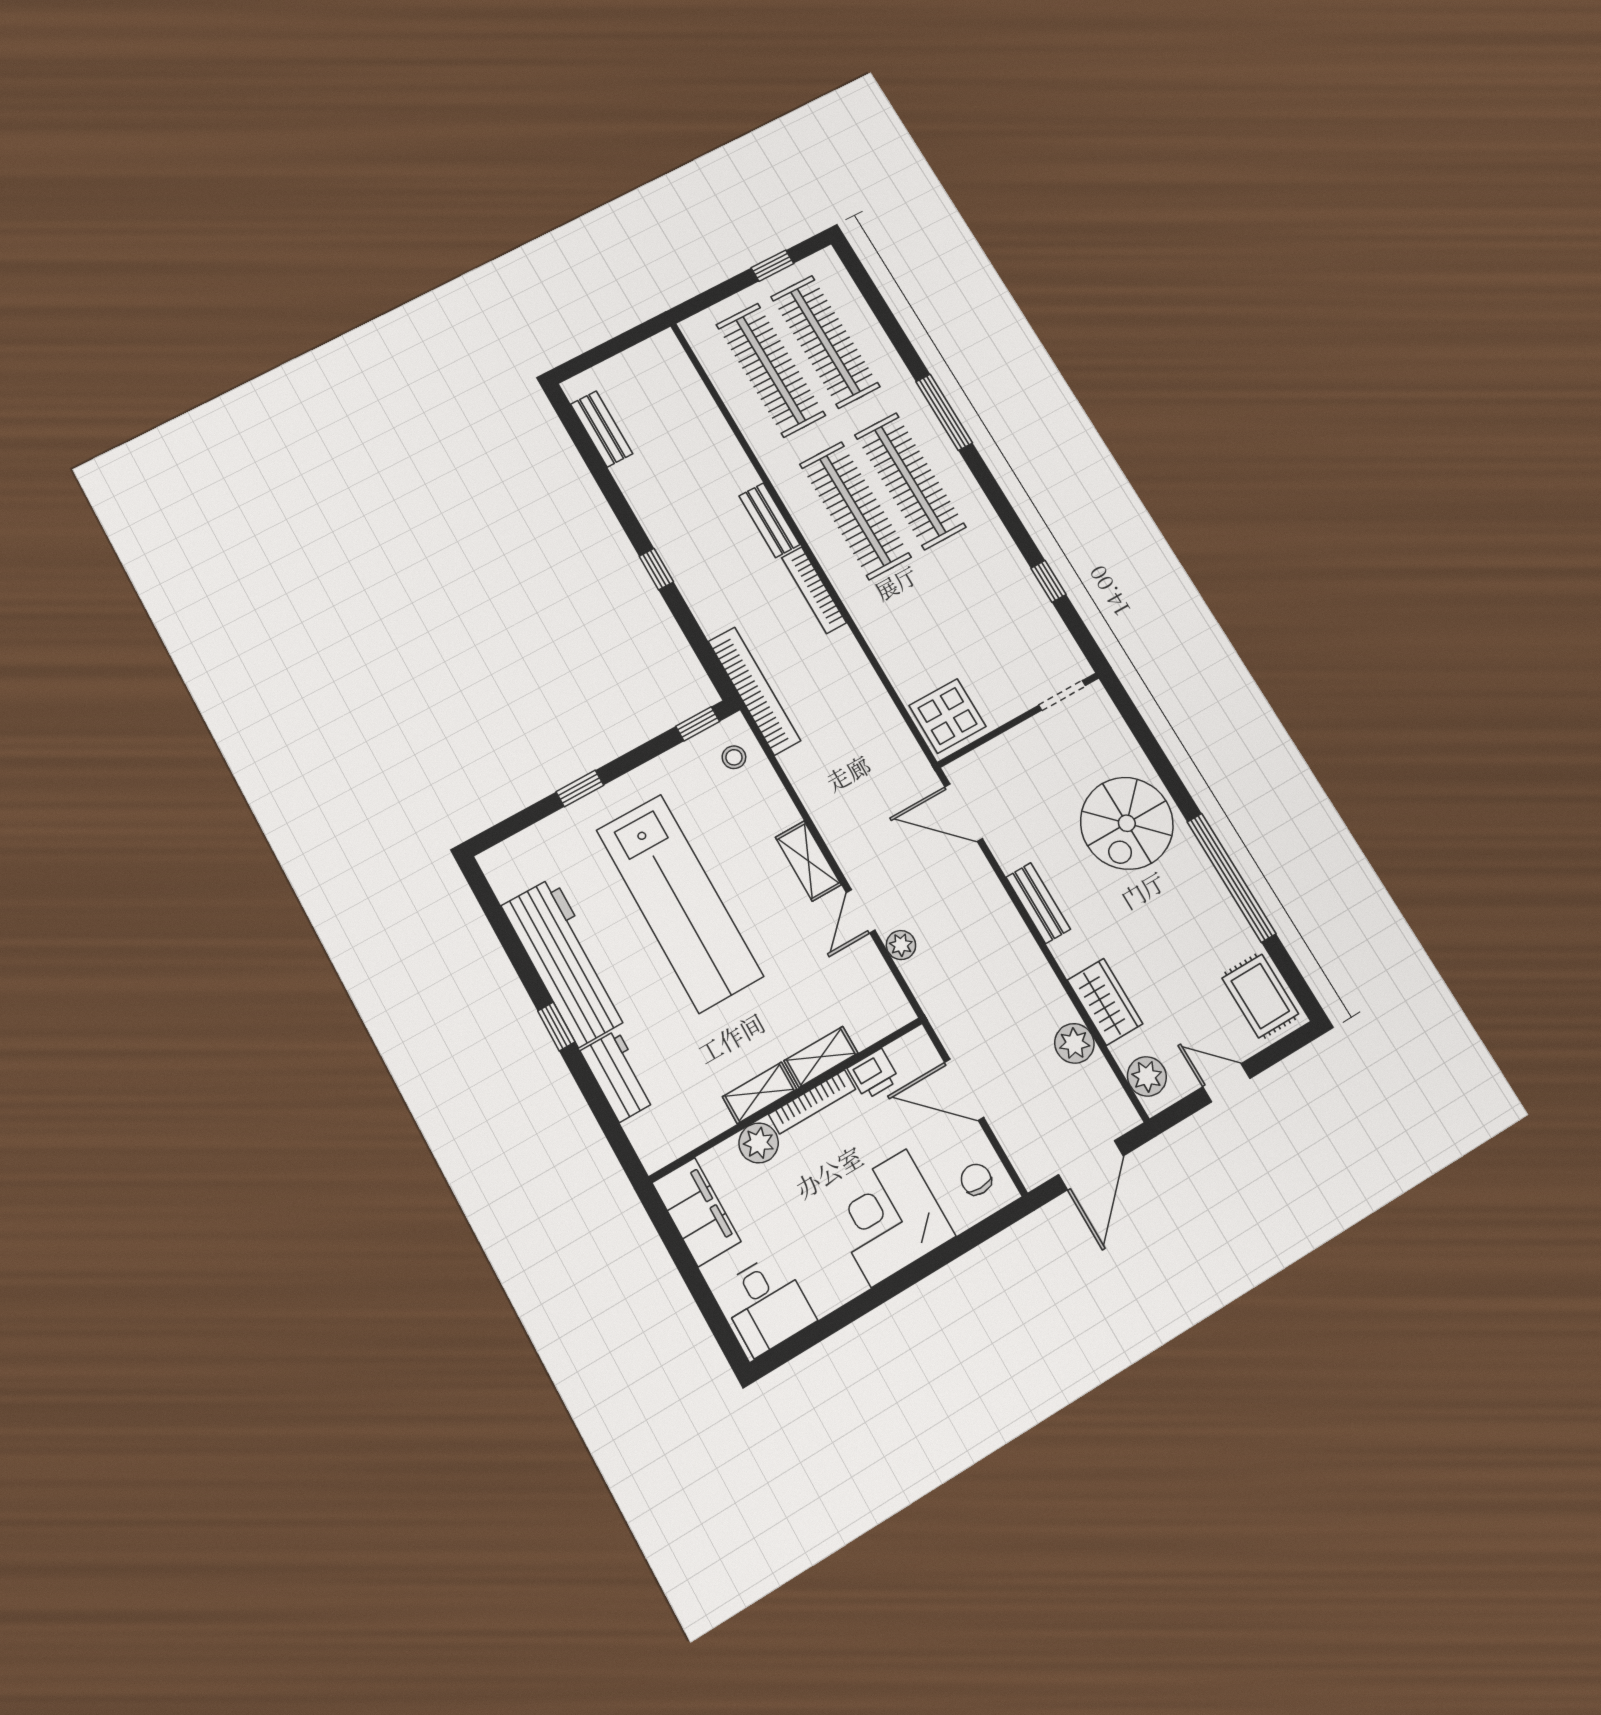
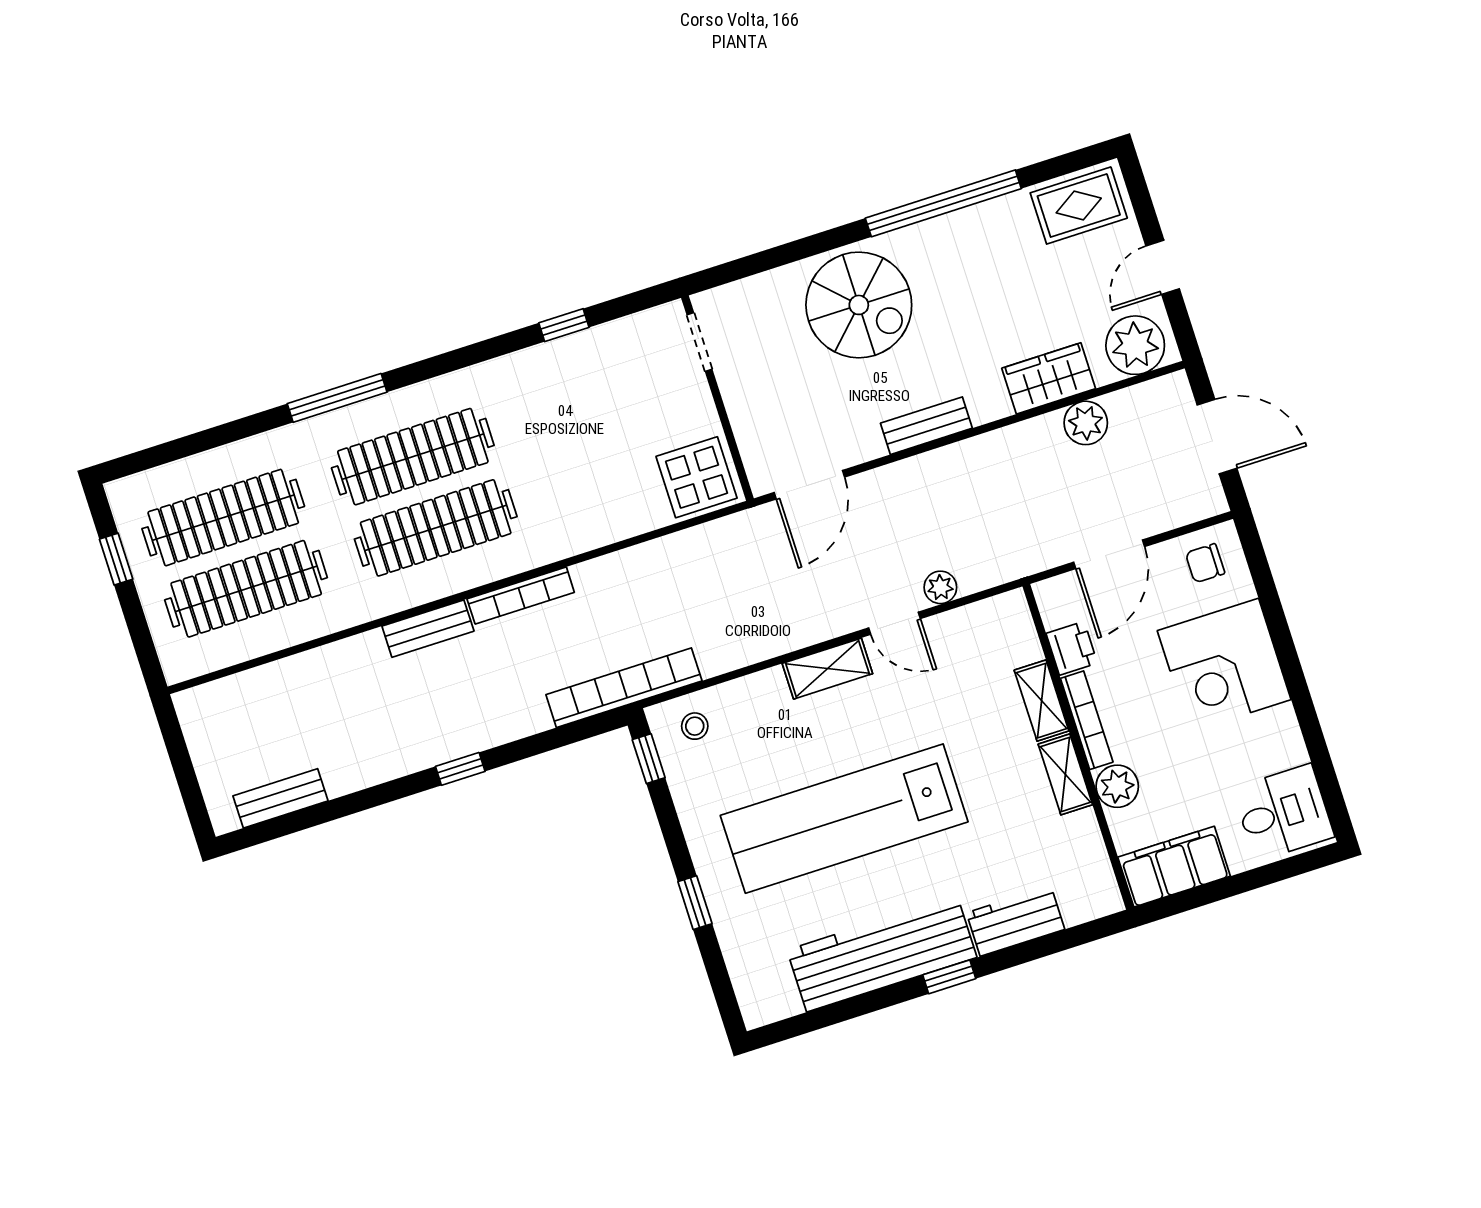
lab bench: (680, 903) -> (844, 819), turned 180
plant: (1147, 1076) -> (1135, 345), width x1.36, depth x1.36

